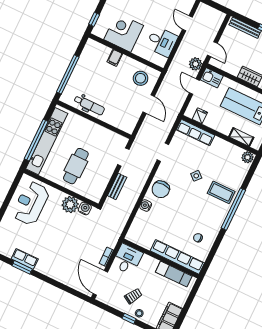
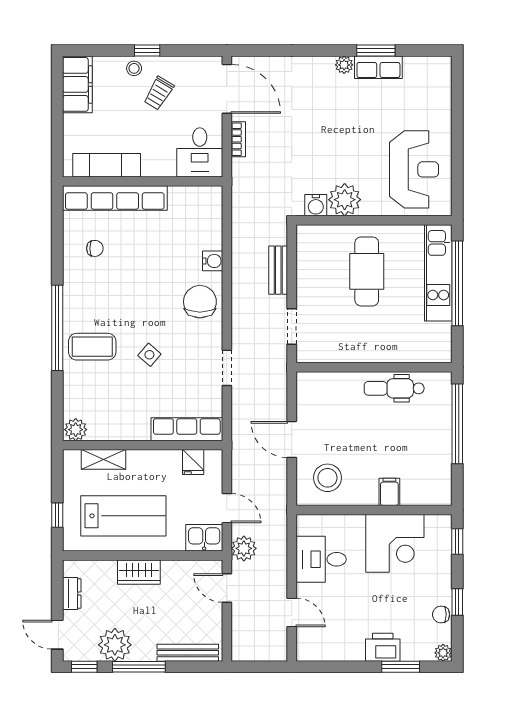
kitchen unit: (47, 141) -> (438, 273), width x0.73
plant: (40, 268) -> (344, 65), added

